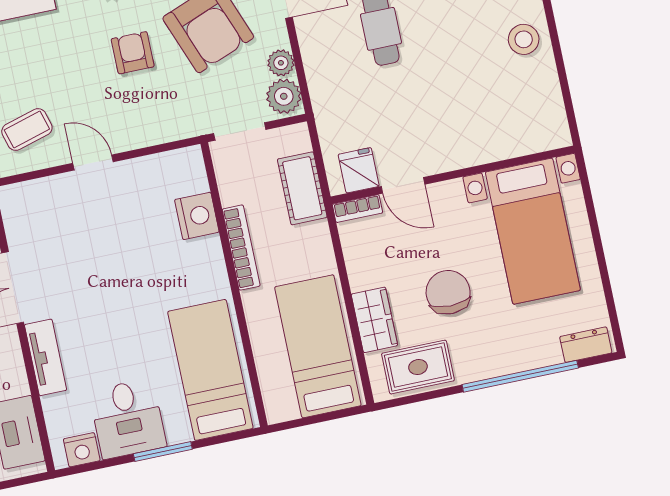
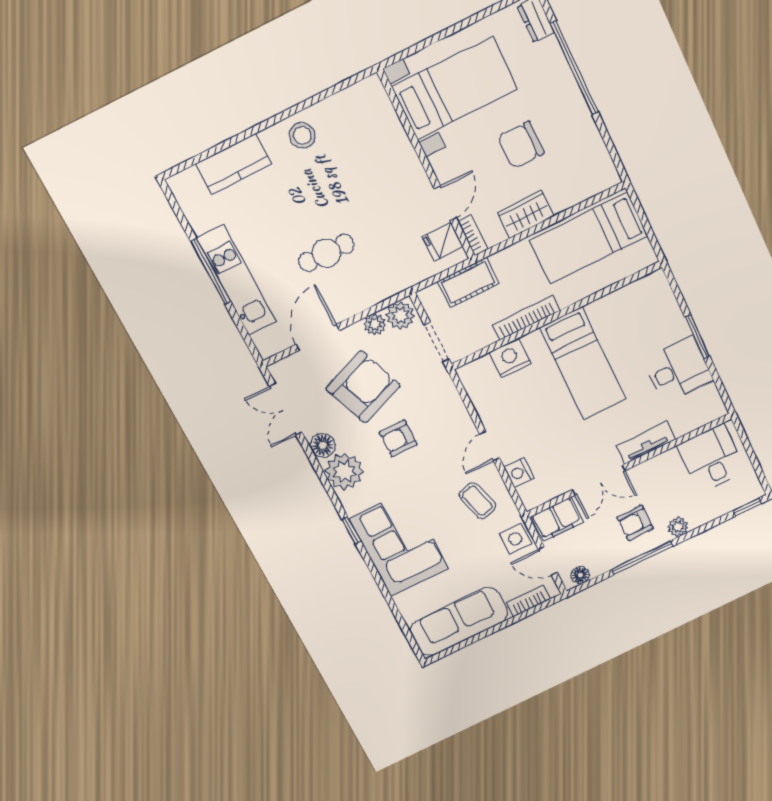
wardrobe: (374, 320) -> (526, 214), moved
rug: (418, 367) -> (586, 154), removed
bed: (210, 370) -> (583, 363), moved, turned -90
nightstand: (82, 450) -> (519, 473), moved, turned 180

